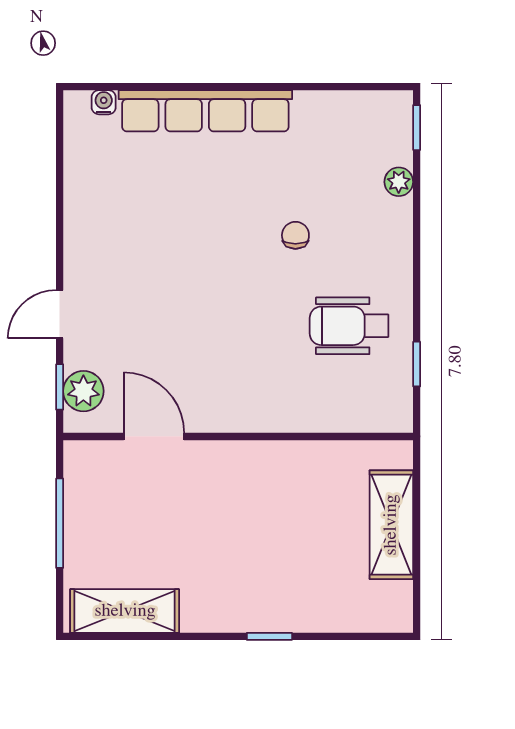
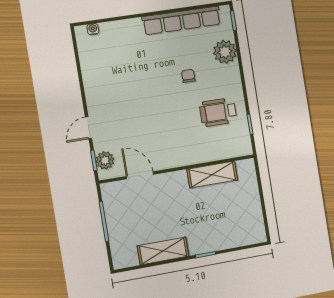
row of seats: (205, 111) -> (182, 20), moved
plant: (399, 182) -> (225, 52), width x1.88, depth x1.88
shelving: (391, 525) -> (212, 175), moved, turned 90
shelving: (125, 611) -> (163, 251), moved

